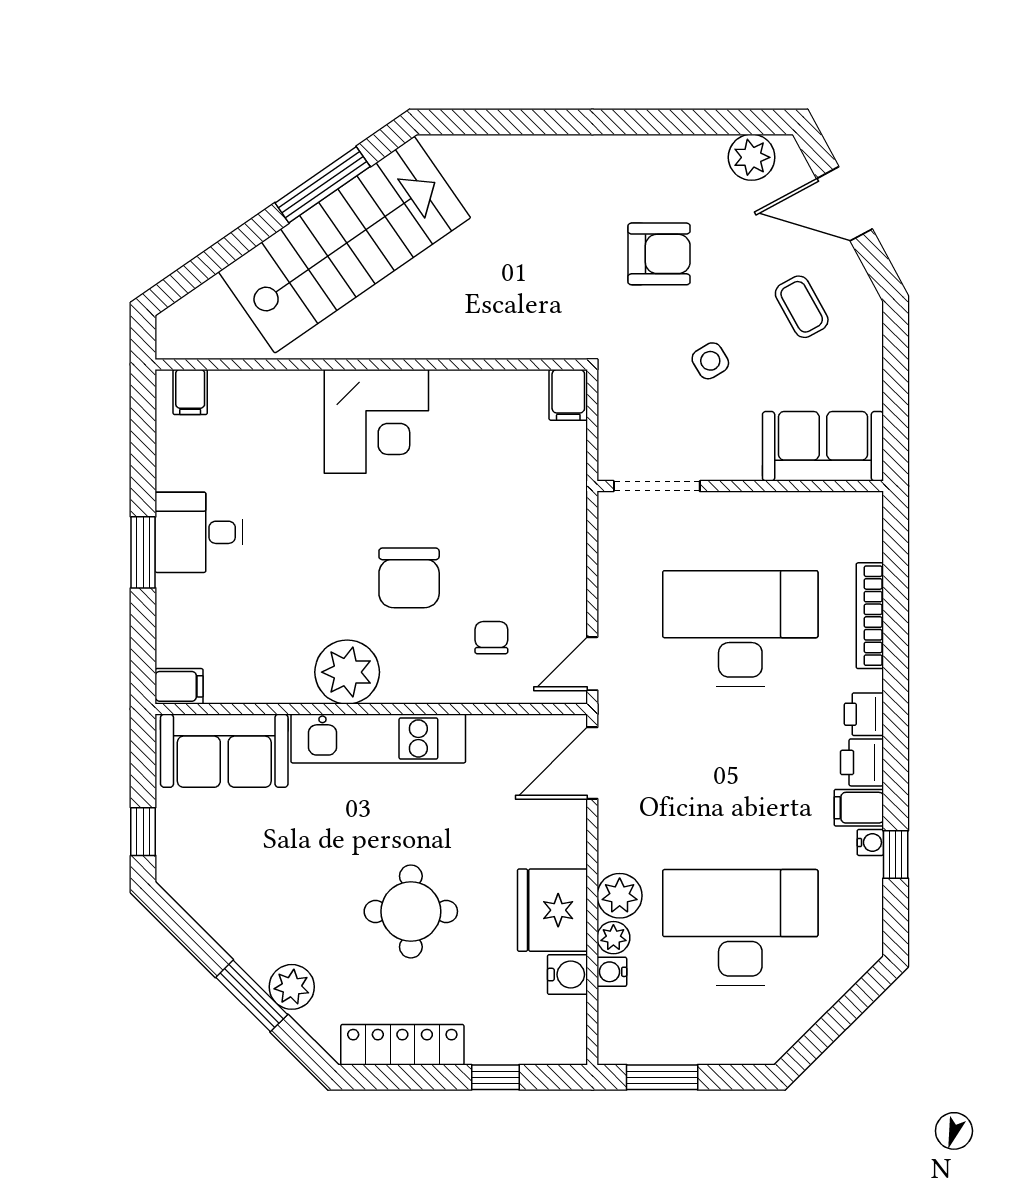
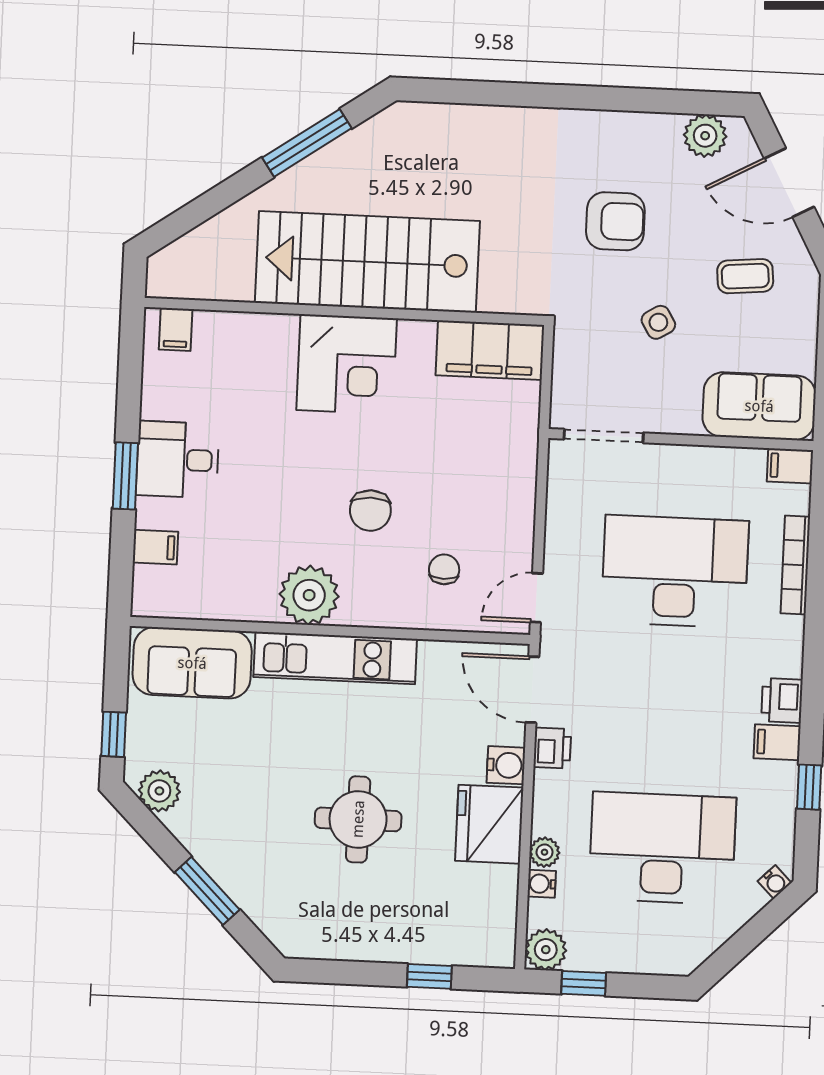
stairs: (344, 245) -> (367, 262), moved, turned -145
coffee table: (802, 307) -> (745, 276), turned -66
filing cabinet: (568, 395) -> (490, 350), width x3.00, depth x1.17
filing cabinet: (859, 509) -> (790, 466), added
chair: (409, 578) -> (370, 511), width x0.73, depth x0.73
filing cabinet: (179, 686) -> (155, 547), moved
printer: (864, 714) -> (552, 748), moved, turned 180
door: (592, 763) -> (532, 690), hinge flipped
water cooler: (870, 842) -> (775, 882), moved, turned 45
plant: (620, 896) -> (546, 950), moved
water cooler: (568, 975) -> (506, 765), moved
plant: (292, 987) -> (159, 791), moved
locker: (402, 1045) -> (345, 942), removed
window: (662, 1077) -> (584, 983), width x0.67

